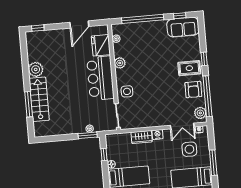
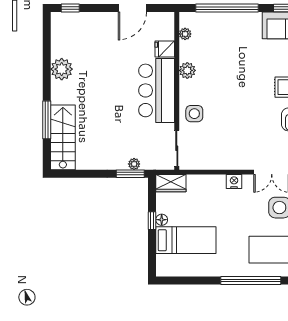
fridge: (101, 45) -> (165, 49), width x0.53, depth x0.75
stairs: (39, 99) -> (63, 137), moved
wardrobe: (142, 137) -> (171, 183), moved
window: (104, 154) -> (152, 221), moved

